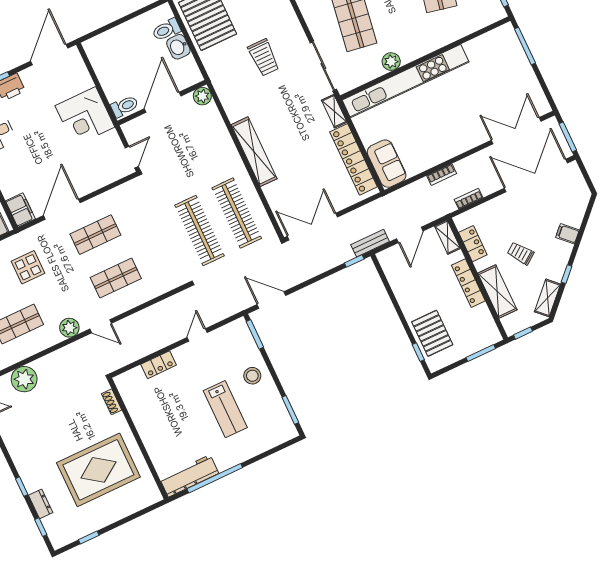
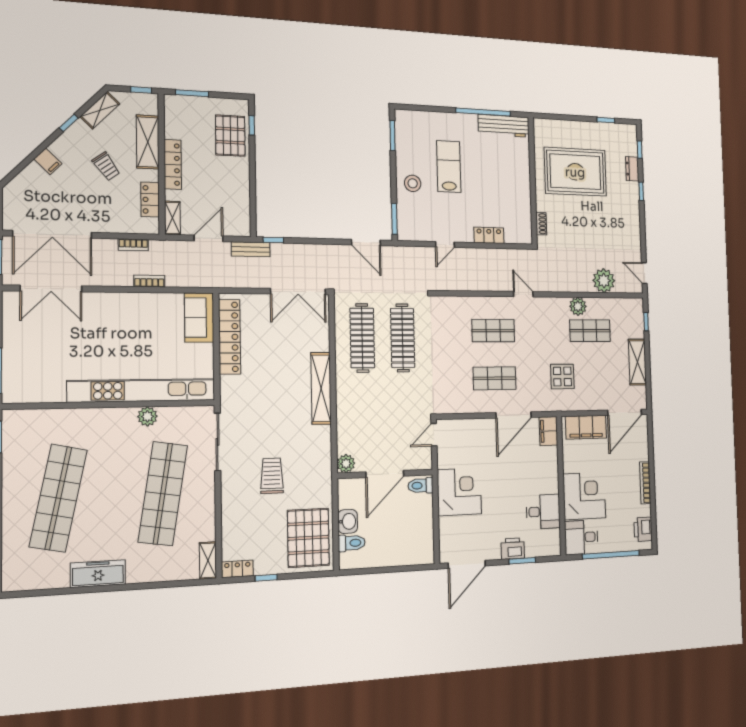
shelving: (334, 111) -> (227, 392), removed
plant: (69, 328) -> (578, 306), moved

